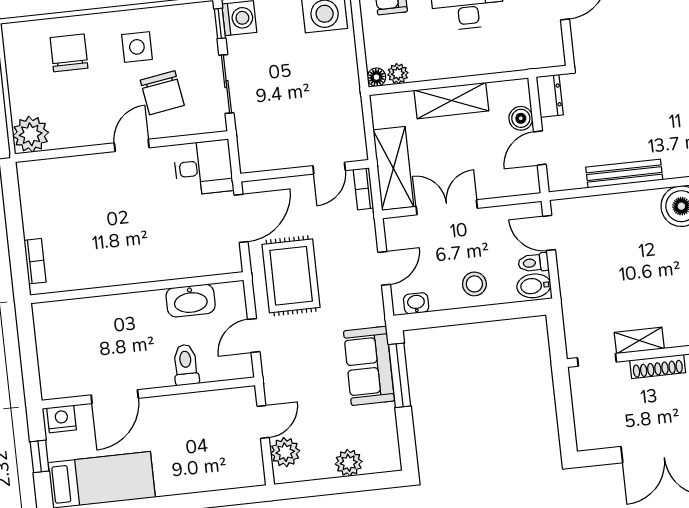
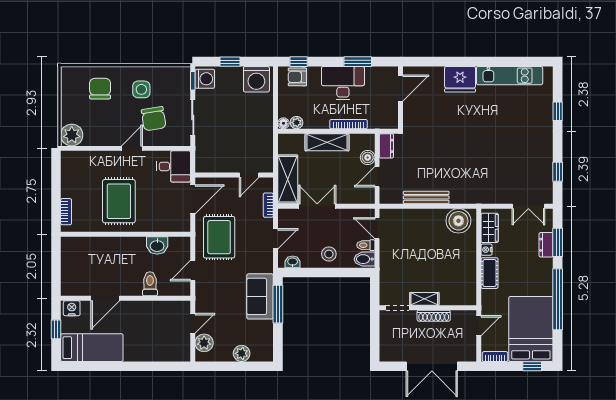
bookcase: (483, 67) -> (349, 124), added
bookcase: (363, 189) -> (268, 205), moved
rug: (120, 235) -> (119, 201), added
washbasin: (191, 301) -> (157, 246), width x0.72

